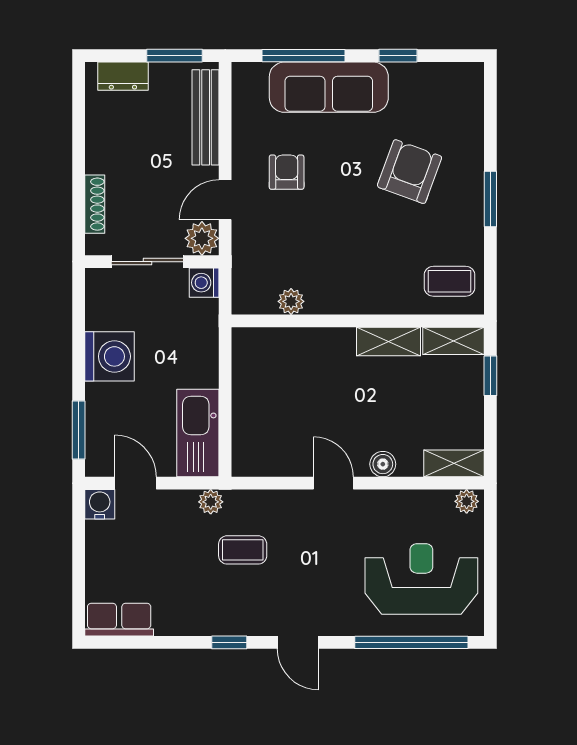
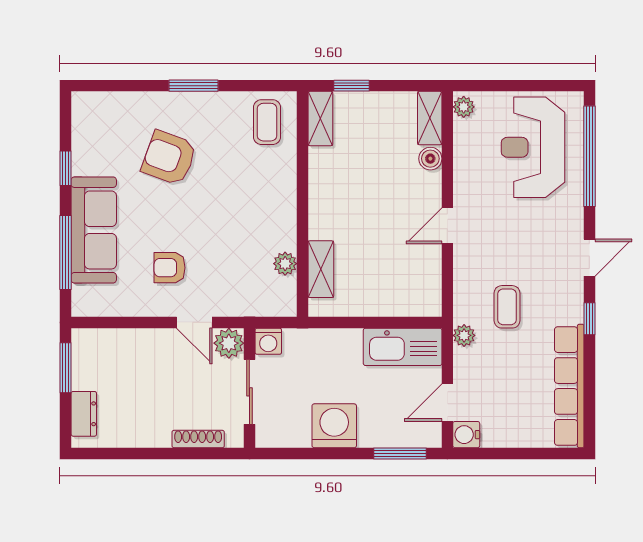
bench: (206, 117) -> (121, 340), removed
shelving: (389, 342) -> (321, 269), moved
boiler: (383, 464) -> (430, 159), moved
row of seats: (119, 620) -> (569, 386), width x2.02

